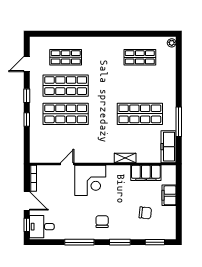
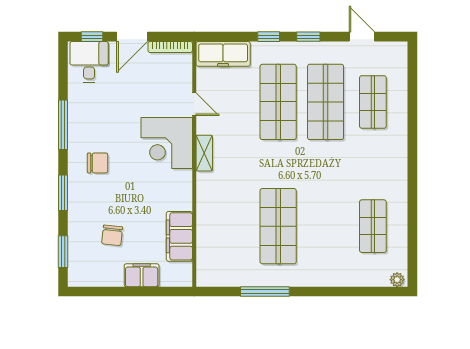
freezer: (168, 147) -> (223, 54), moved, turned 180
shelving: (125, 158) -> (204, 153), moved

